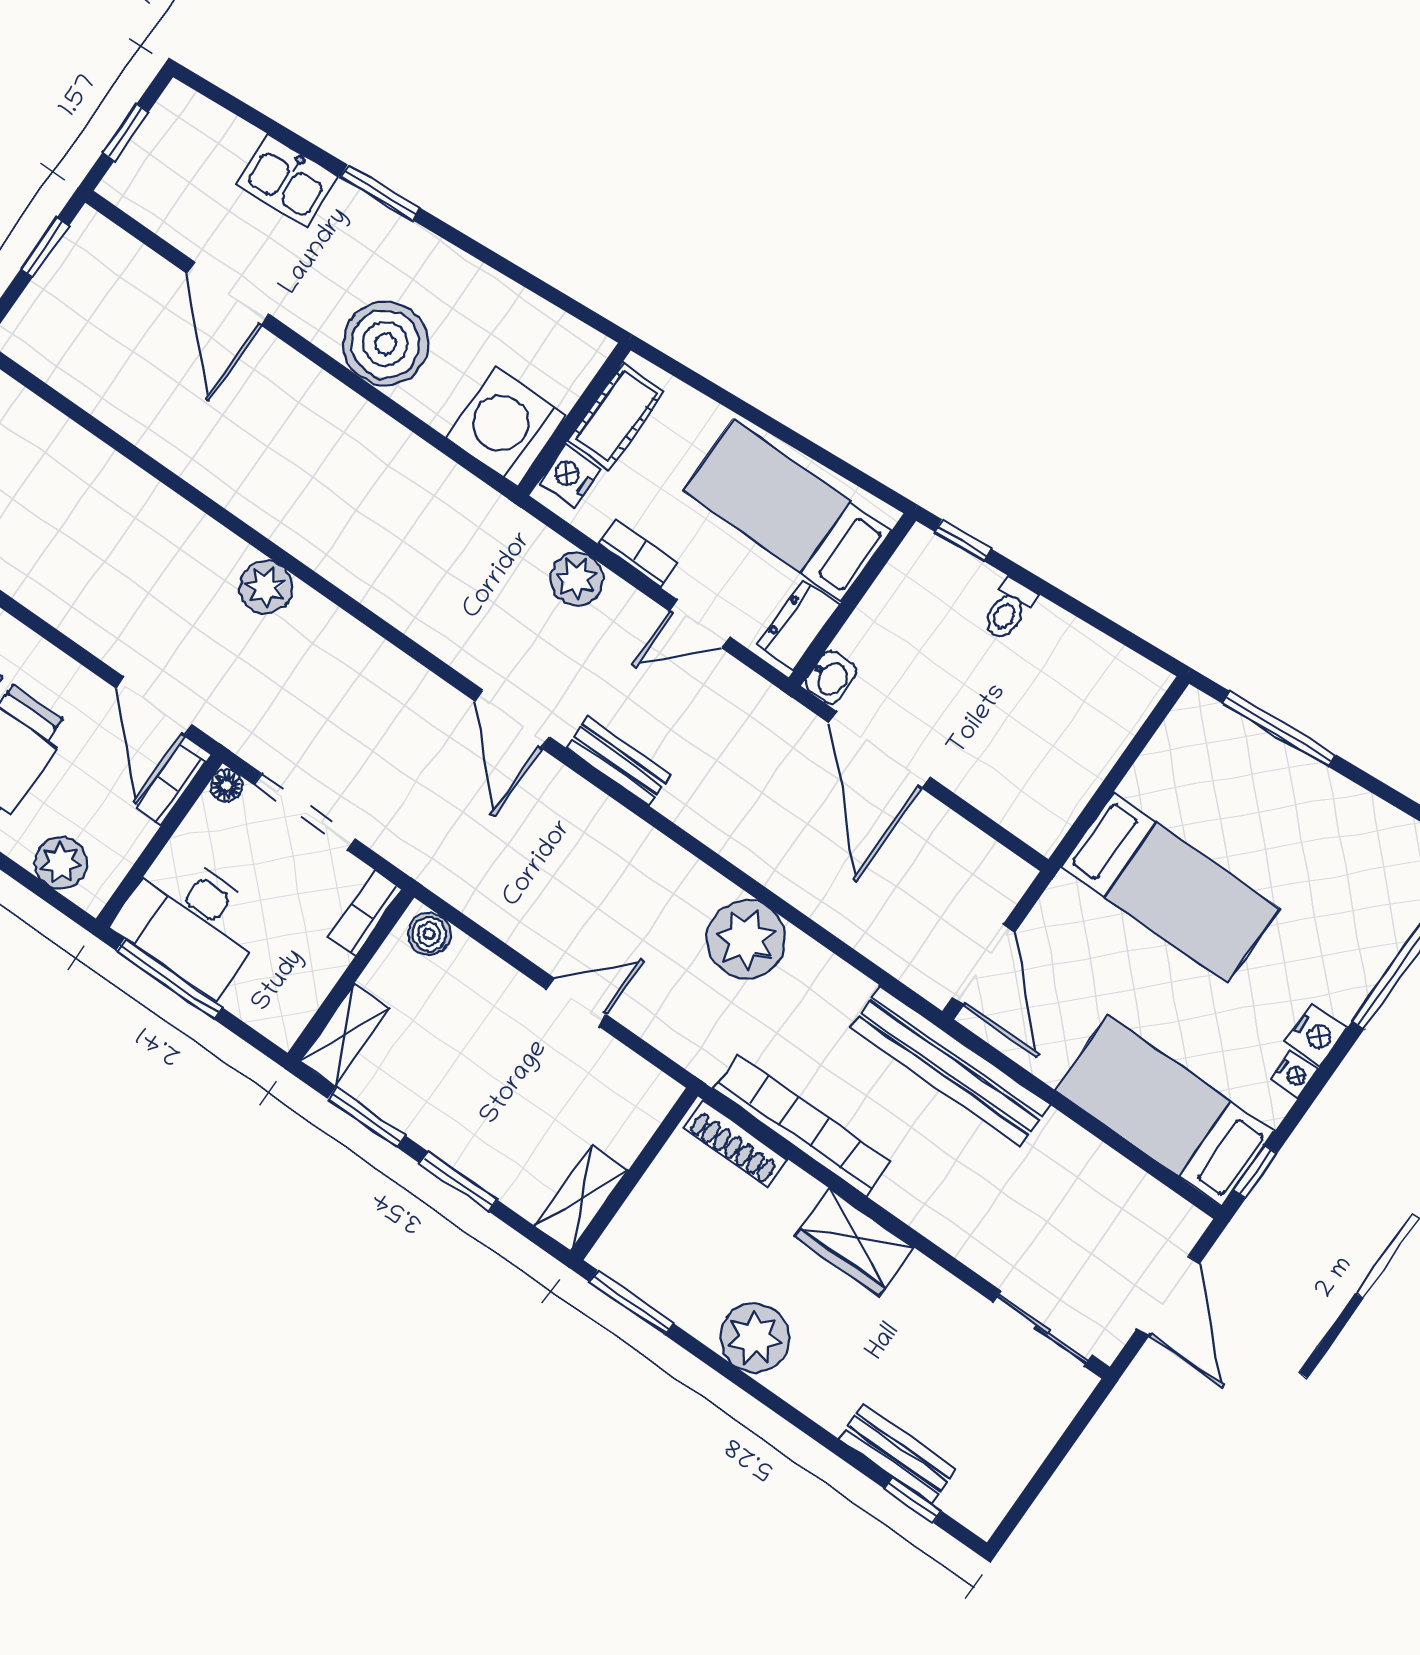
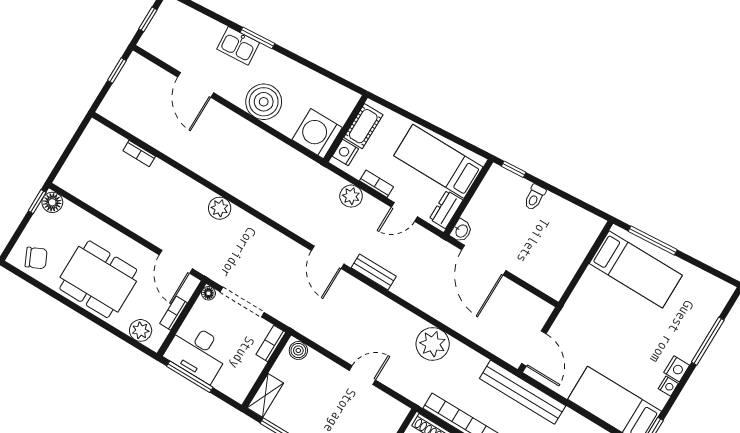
kitchen sink: (287, 181) -> (238, 46), moved
bookcase: (85, 446) -> (139, 154), added
bookcase: (170, 785) -> (173, 313), moved
bed: (1170, 887) -> (636, 269), moved

